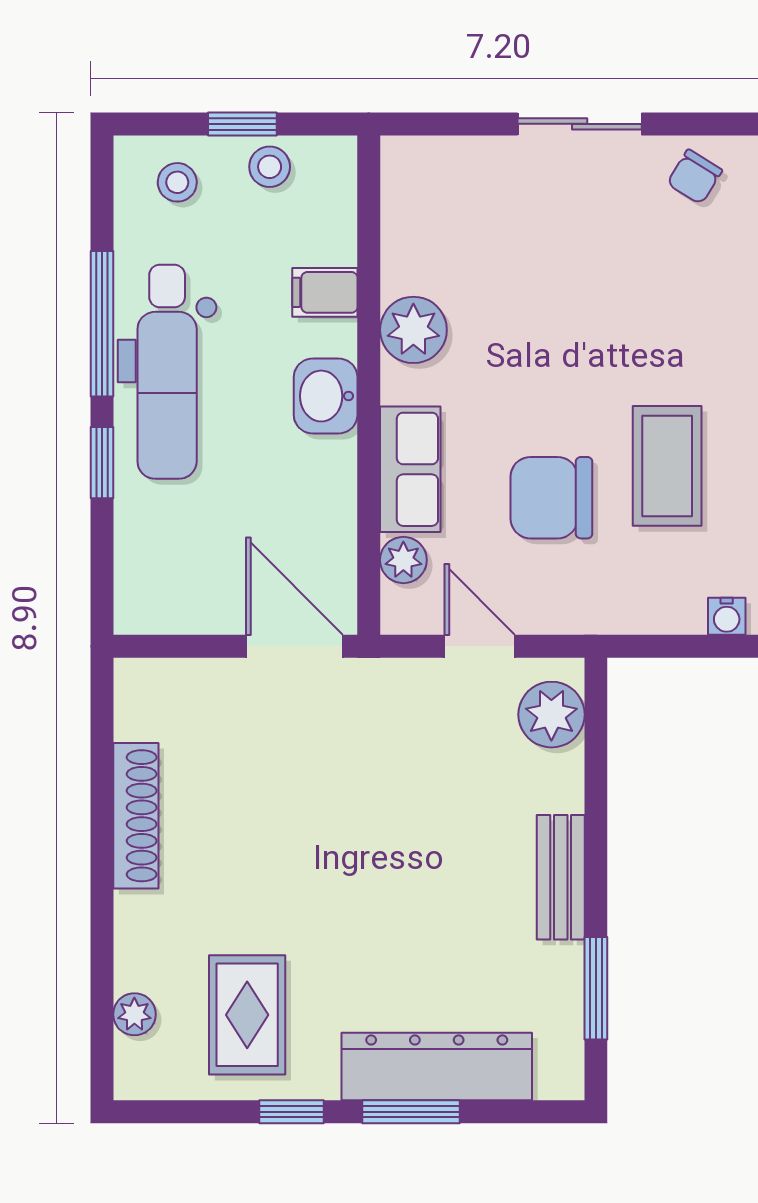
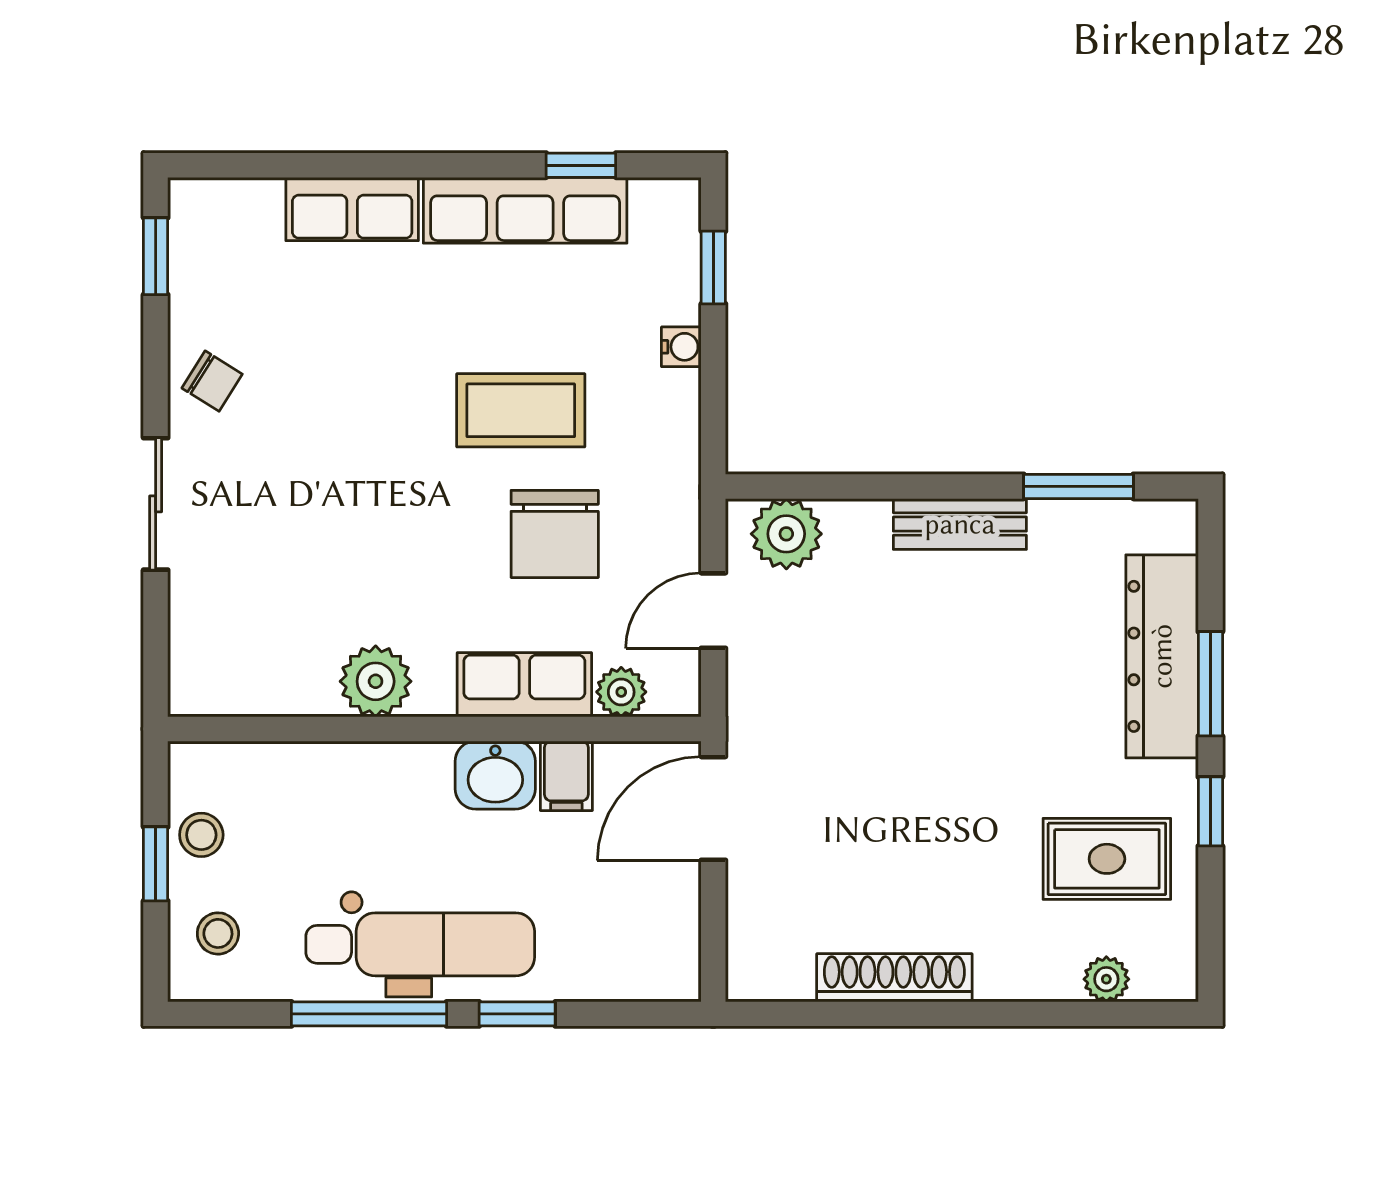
filing cabinet: (325, 292) -> (566, 776), moved
washbasin: (326, 396) -> (495, 775), moved

